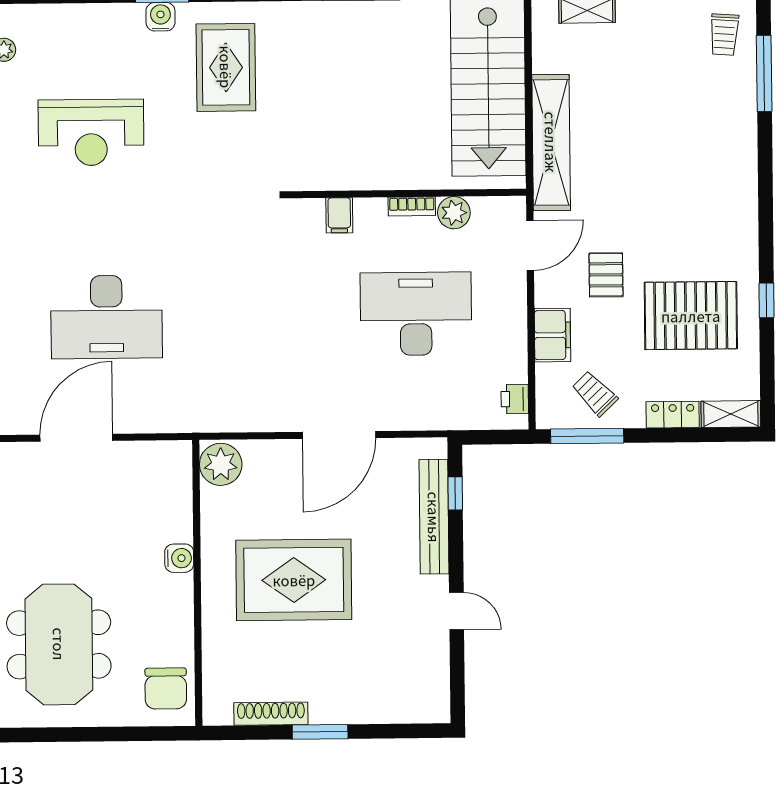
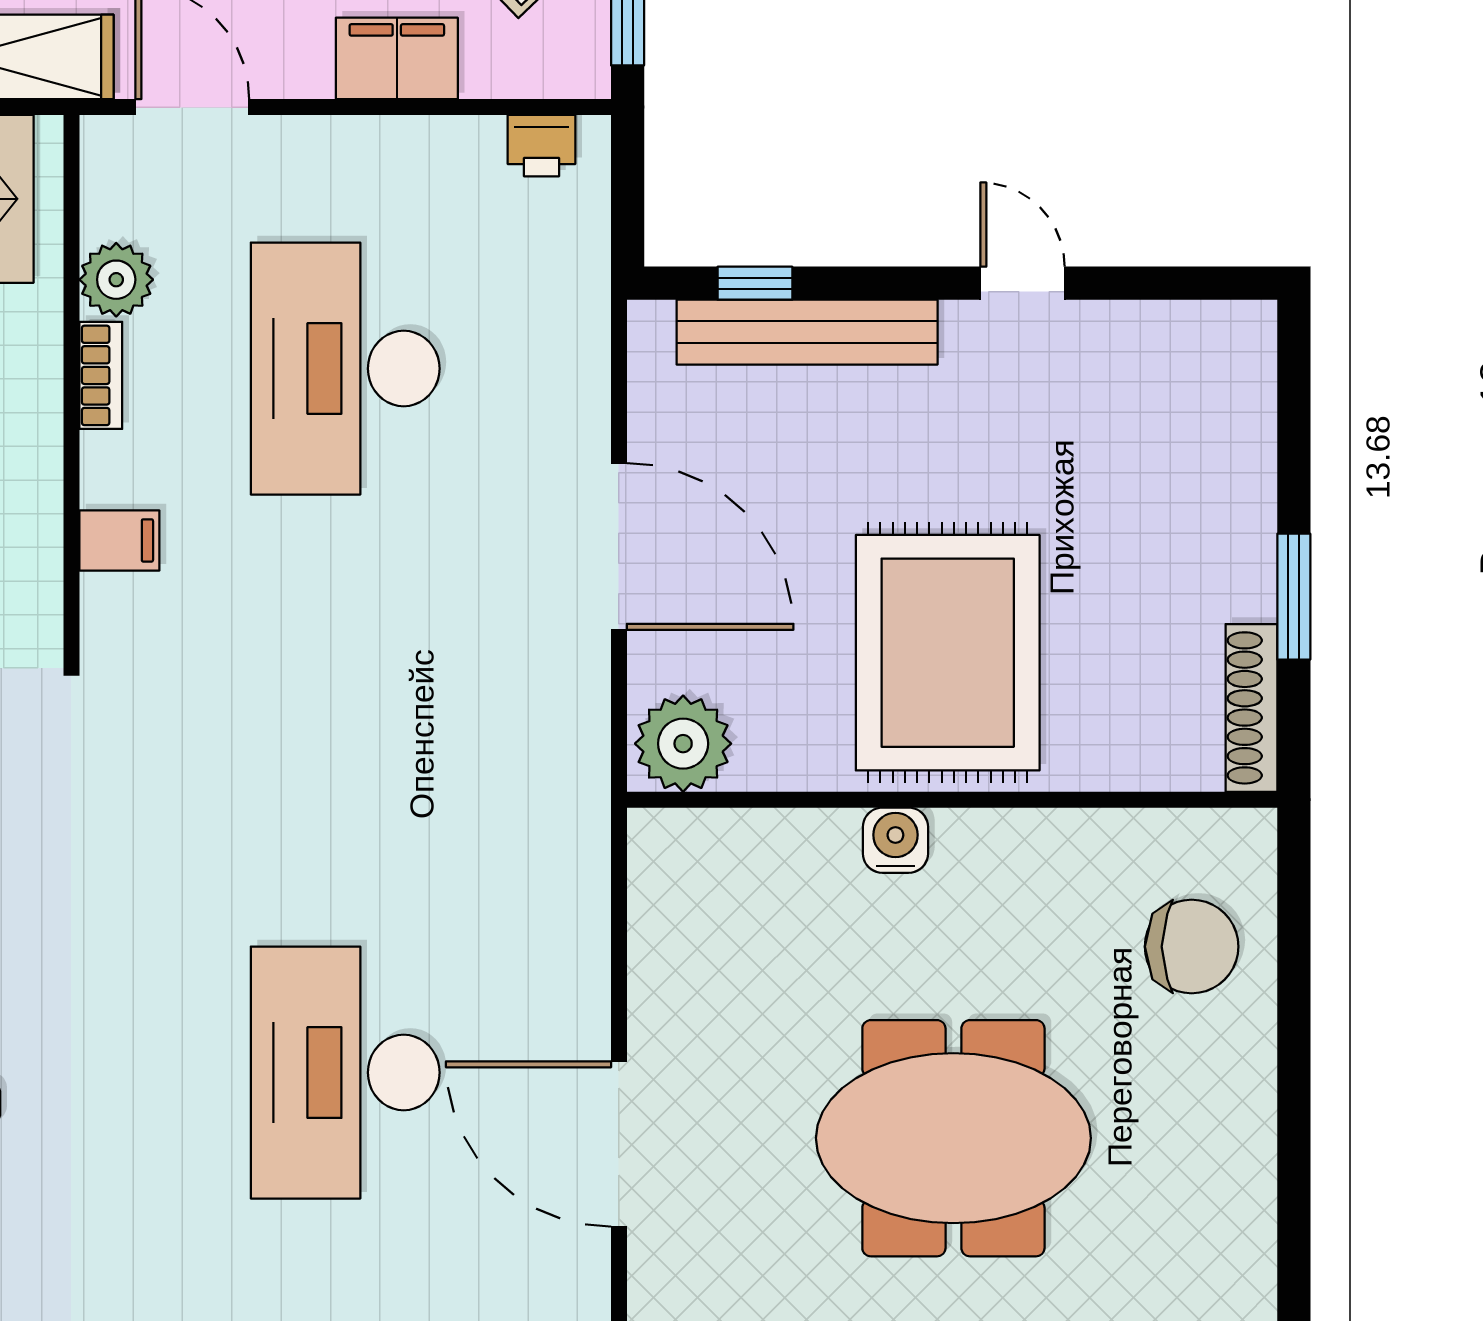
desk: (106, 317) -> (345, 1073), turned 180
plant: (221, 464) -> (683, 744), moved
water cooler: (179, 558) -> (895, 840), moved
wall: (197, 583) -> (952, 800), moved
door: (457, 611) -> (1022, 283), hinge flipped
meeting table: (59, 644) -> (953, 1138), moved

